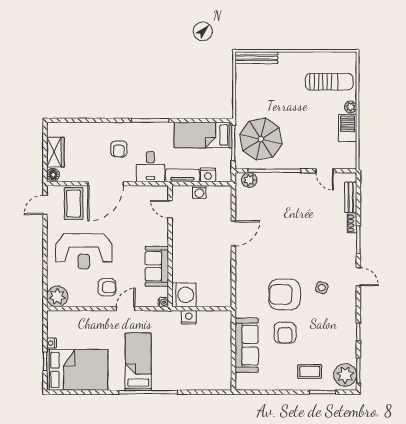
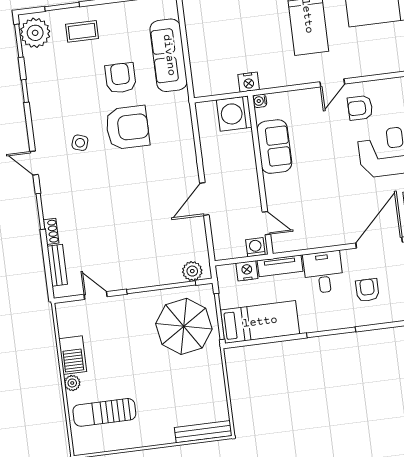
door: (170, 209) -> (266, 223), moved
wall: (170, 246) -> (260, 175), moved
sofa: (157, 266) -> (274, 147), moved
washing machine: (184, 295) -> (234, 114), moved
water cooler: (163, 302) -> (260, 101), moved

